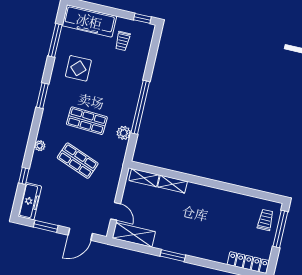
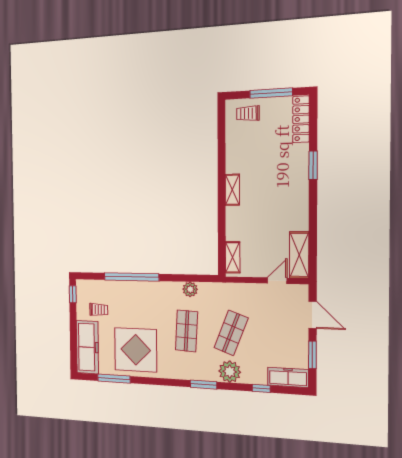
display table: (78, 68) -> (136, 350), width x1.86, depth x1.86
window: (42, 96) -> (204, 385), moved
window: (140, 107) -> (131, 277), moved
plant: (40, 146) -> (230, 372), width x1.88, depth x1.88
shelving: (172, 184) -> (232, 190), moved
window: (280, 229) -> (271, 93), moved
window: (173, 256) -> (313, 165), moved

